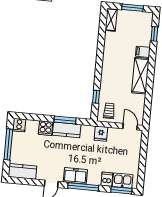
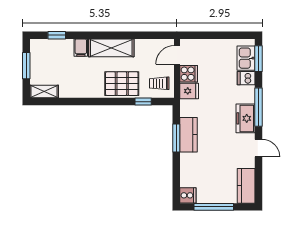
pallet: (112, 81) -> (122, 84), added
cooker: (46, 128) -> (189, 74), moved

